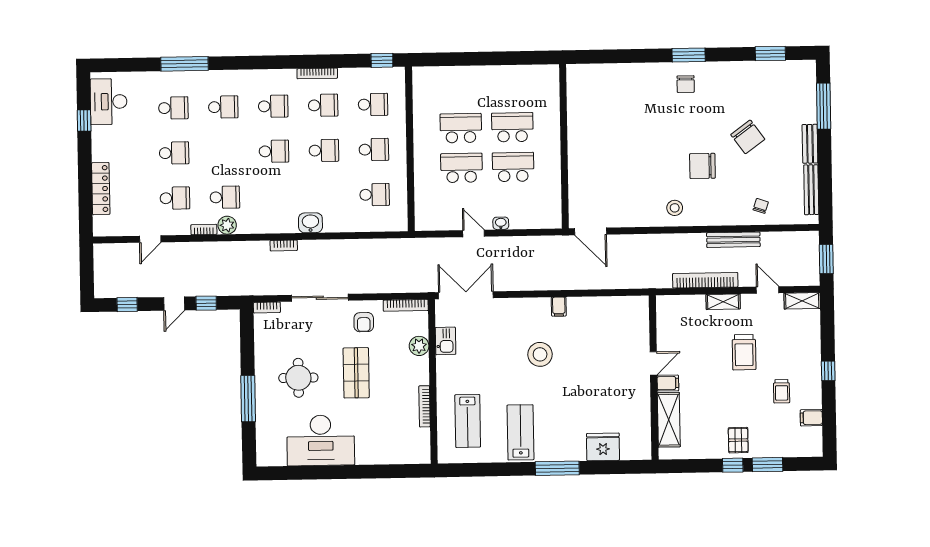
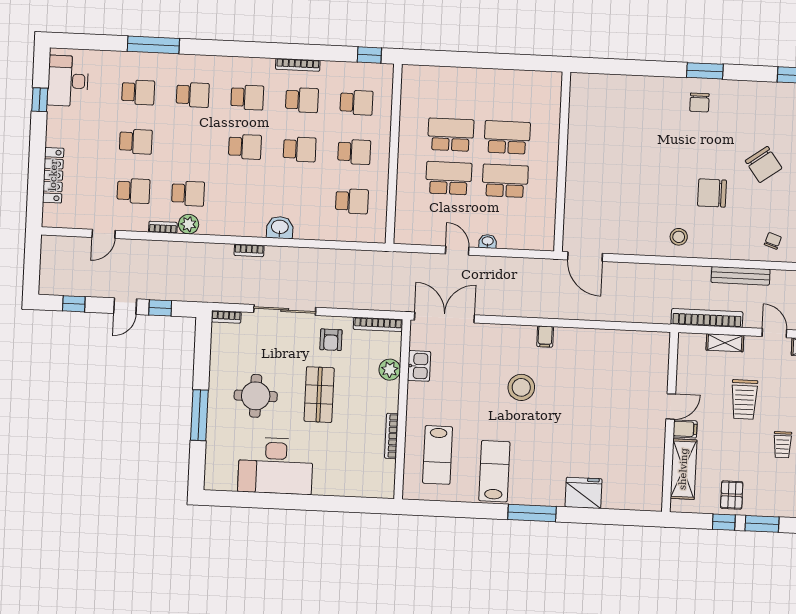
door: (653, 363) -> (671, 406), moved
wall: (654, 378) -> (670, 422), moved
filing cabinet: (668, 383) -> (685, 429), moved
shelving: (669, 420) -> (683, 469), moved

